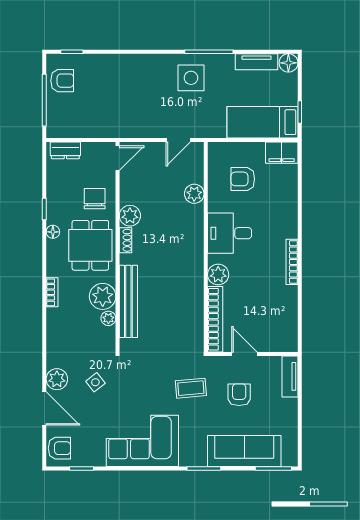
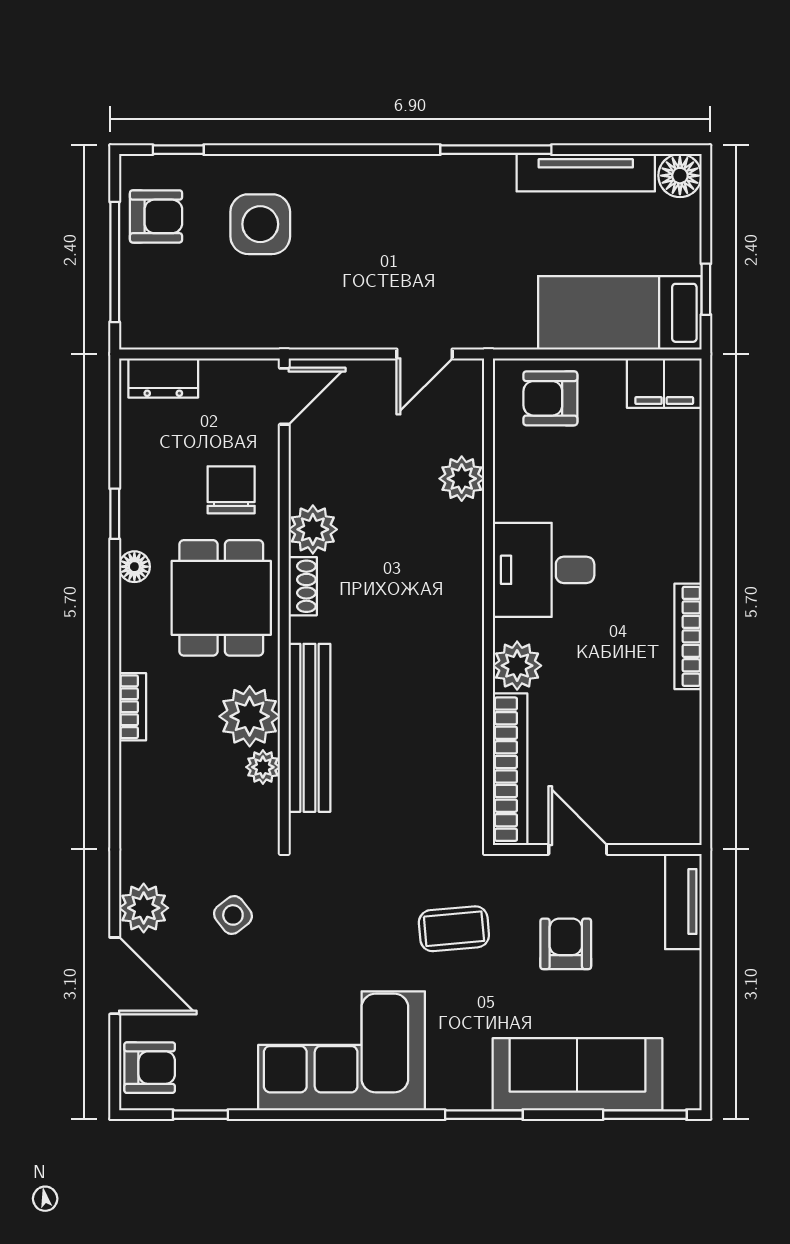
tv unit: (256, 62) -> (586, 173), width x1.41
side table: (191, 78) -> (260, 224), moved
armchair: (243, 179) -> (550, 398), moved

